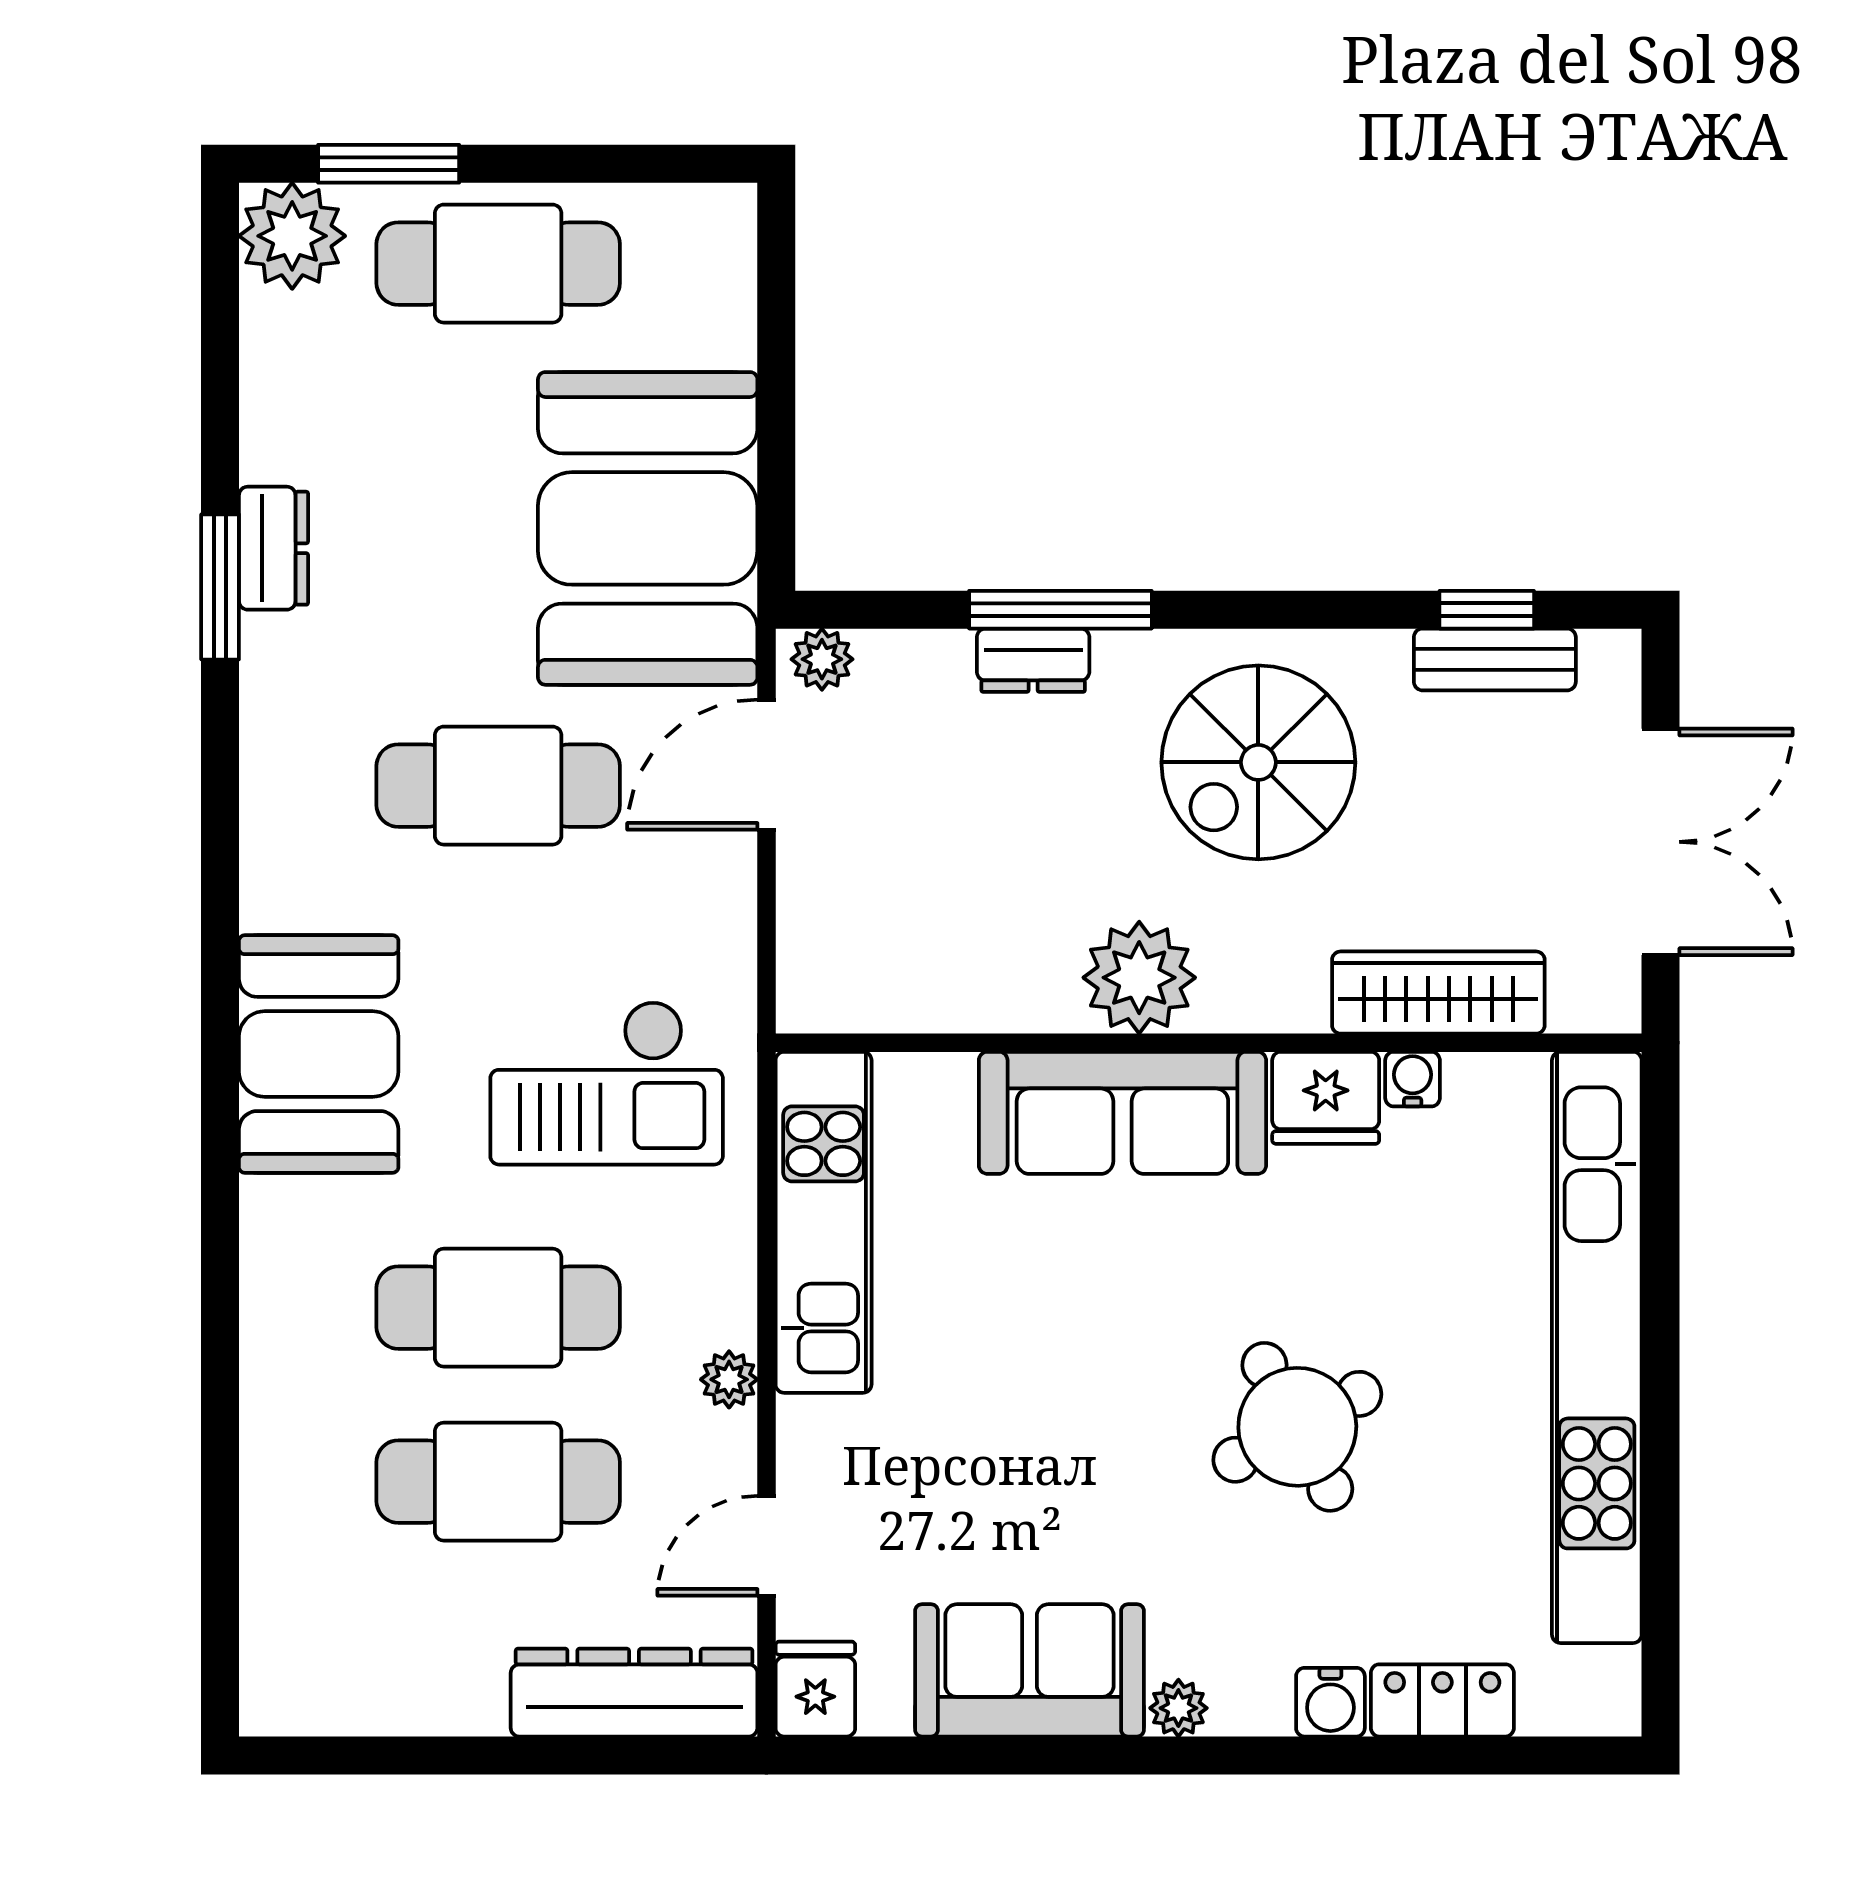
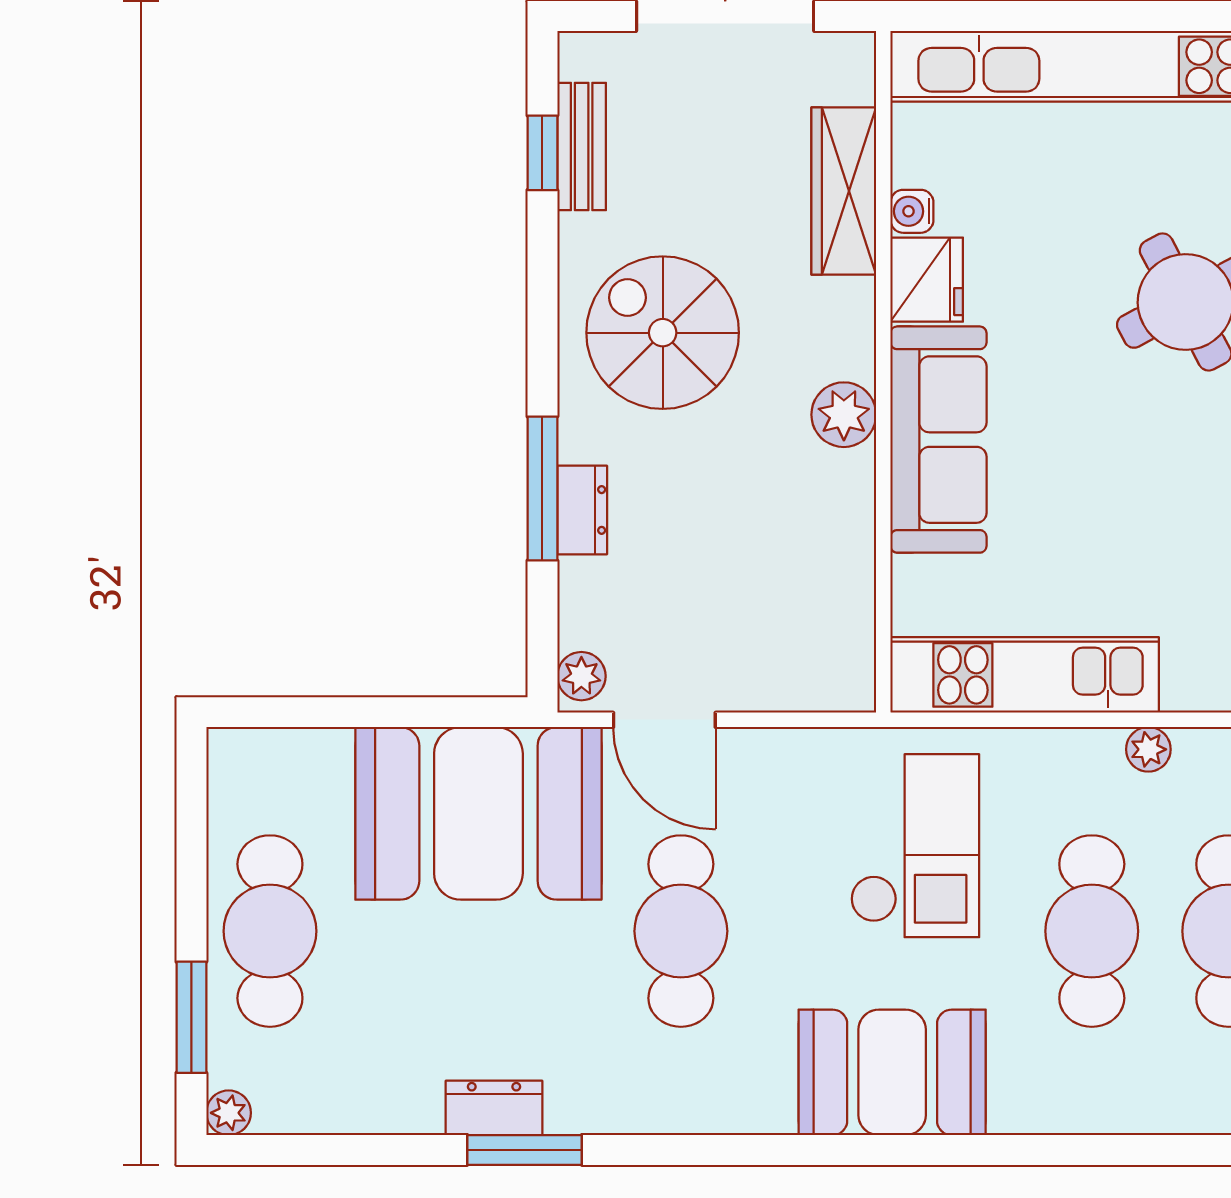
plant: (292, 236) -> (229, 1113), width x0.53, depth x0.53
spiral stairs: (1258, 762) -> (663, 333), turned 180
plant: (1139, 978) -> (844, 415), width x0.73, depth x0.73

